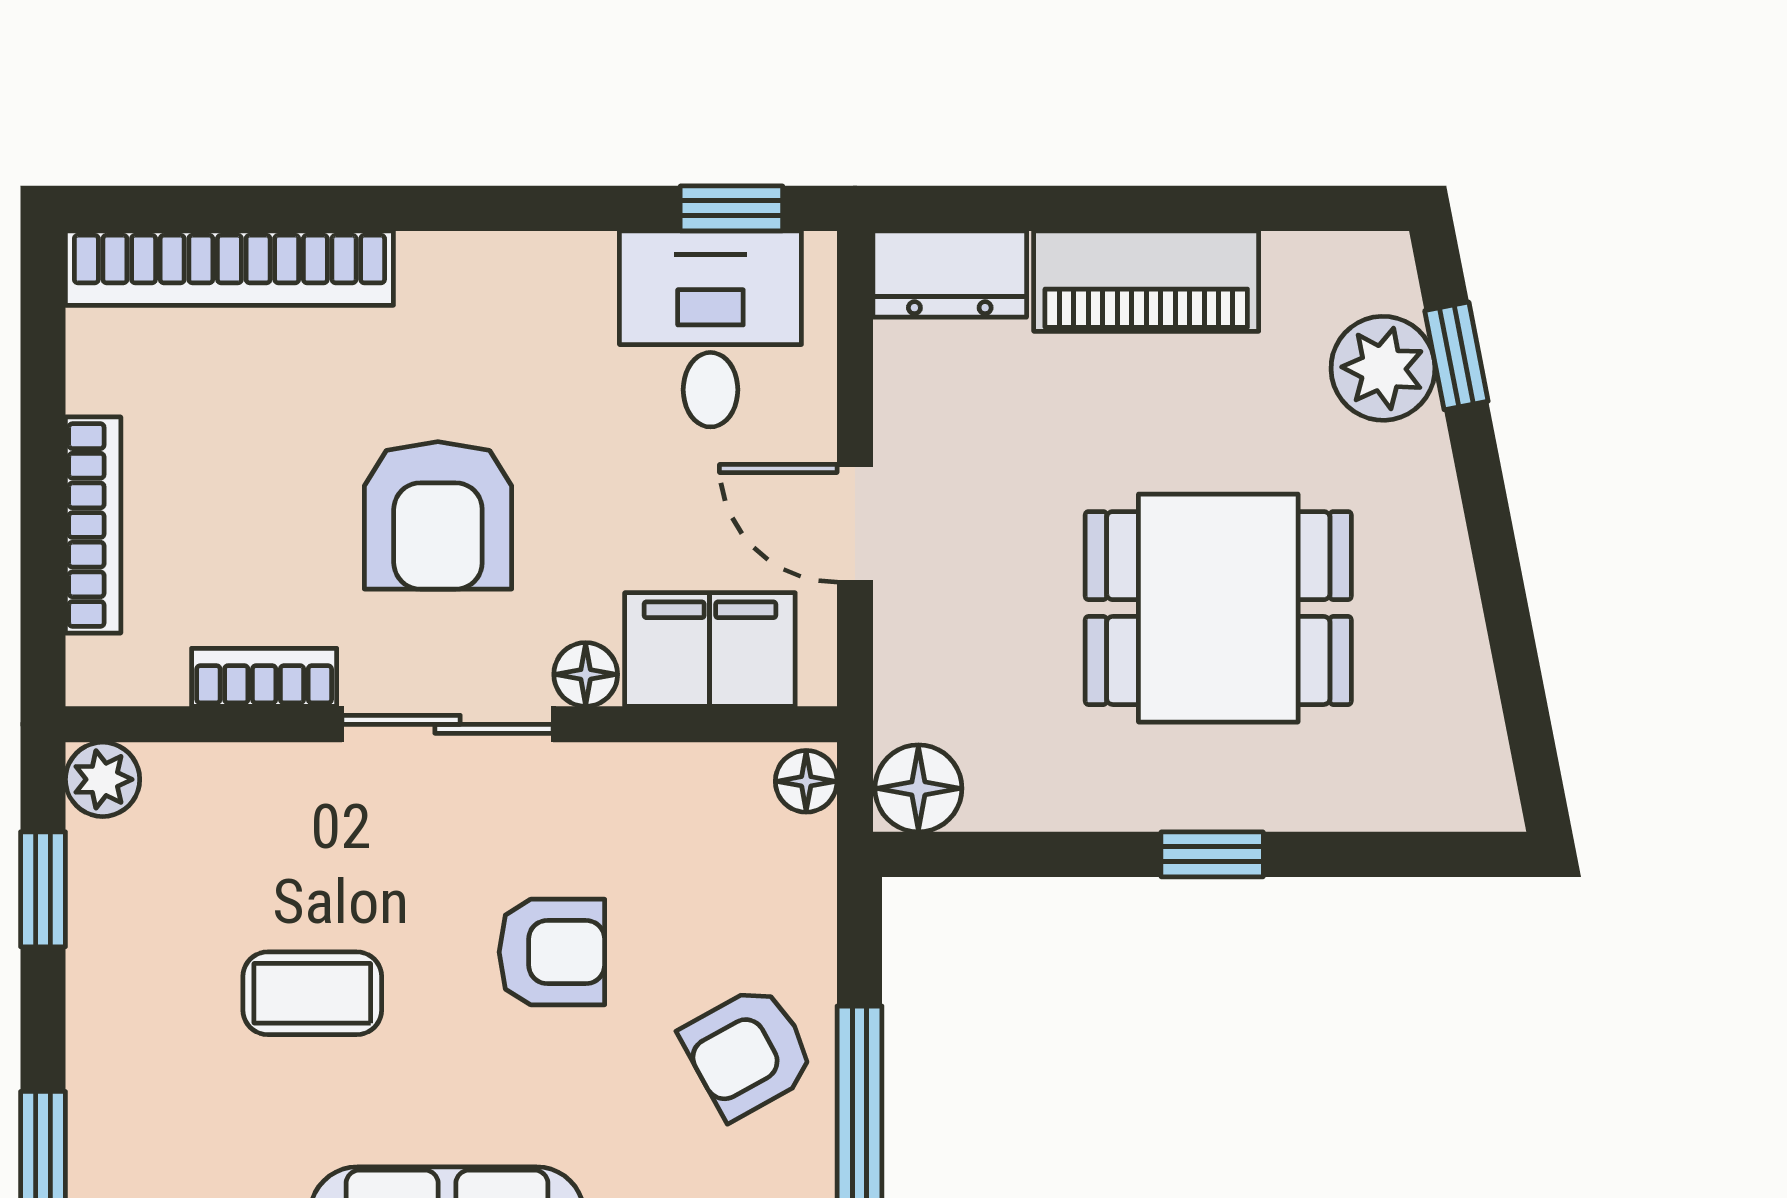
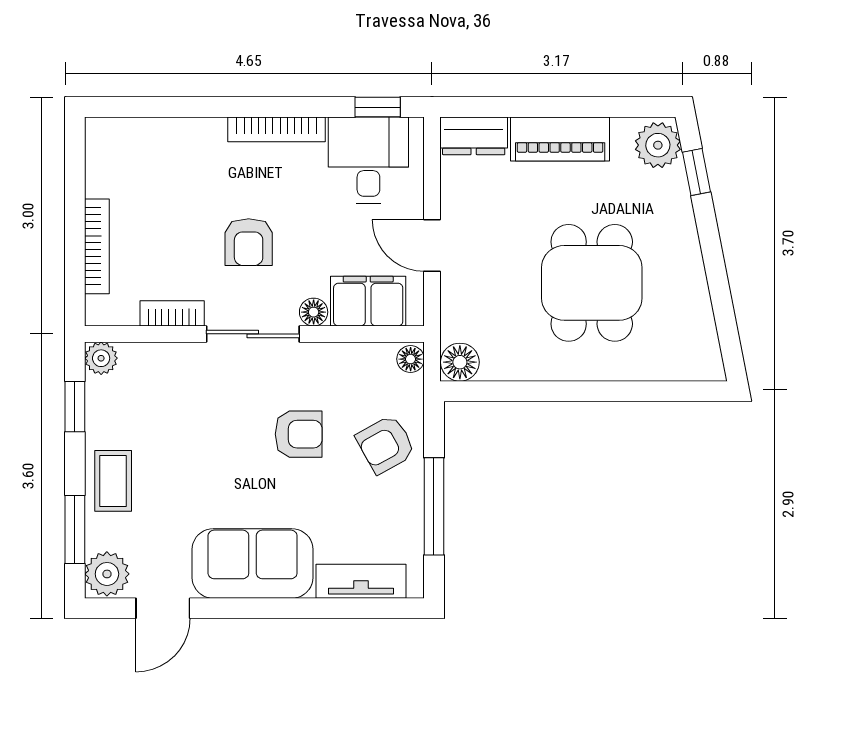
bookcase: (229, 268) -> (277, 129), moved, width x0.68, depth x0.76
plant: (1383, 368) -> (658, 145), moved
armchair: (438, 515) -> (249, 242), width x0.72, depth x0.72
dining table: (1218, 608) -> (592, 283), turned 90
window: (1212, 854) -> (589, 391), removed
coffee table: (312, 993) -> (113, 481), moved, turned 90
armchair: (748, 1052) -> (386, 444), moved

